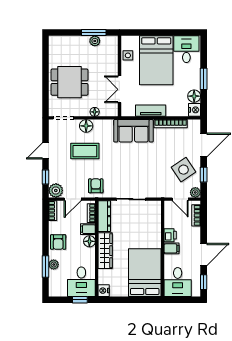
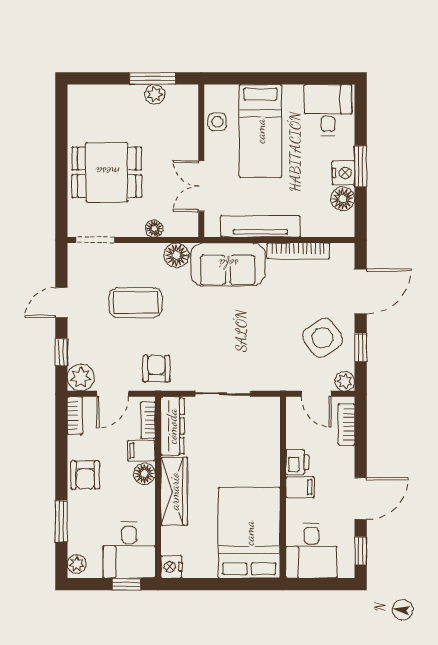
bed: (156, 60) -> (260, 131), width x0.67
nightstand: (195, 110) -> (343, 173), moved
tv unit: (151, 111) -> (260, 226), width x1.41
floor lamp: (86, 126) -> (176, 255), moved
plant: (54, 265) -> (77, 564), moved

